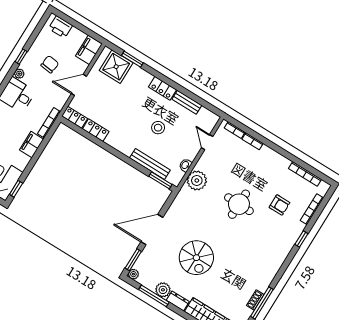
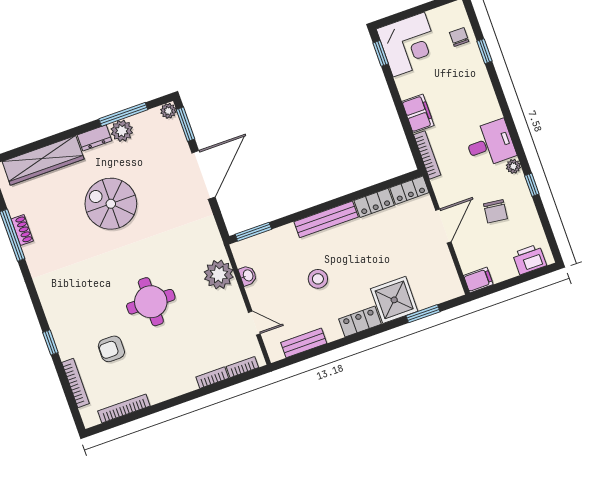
filing cabinet: (89, 50) -> (478, 280), width x0.50
shower: (116, 67) -> (394, 300), moved
bench: (187, 102) -> (304, 343), moved
bench: (150, 164) -> (326, 219), moved
spiral stairs: (196, 258) -> (111, 204), moved

